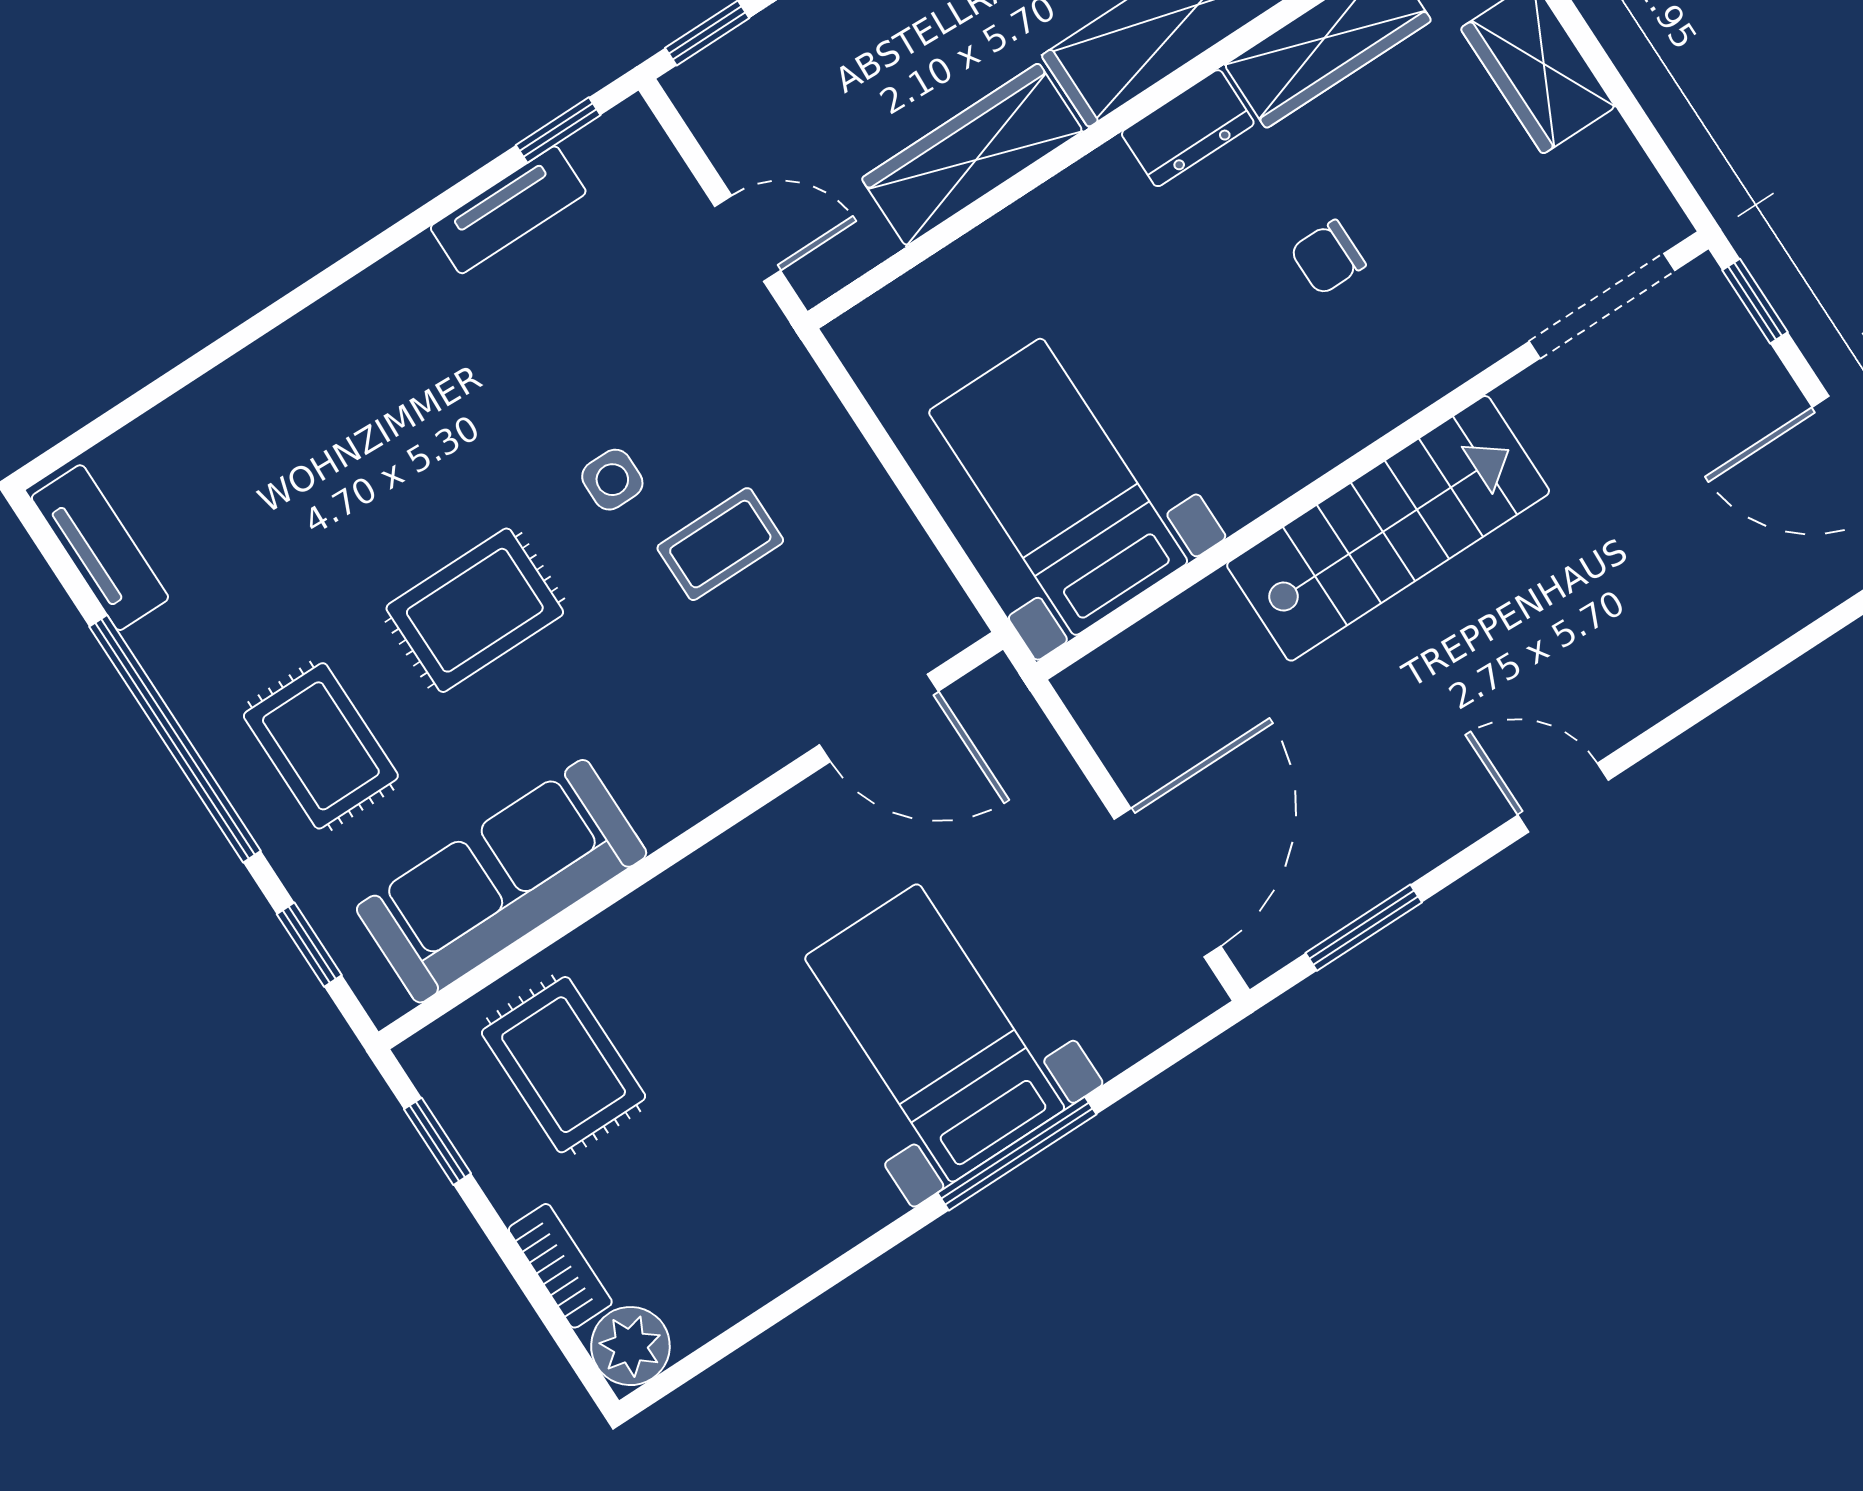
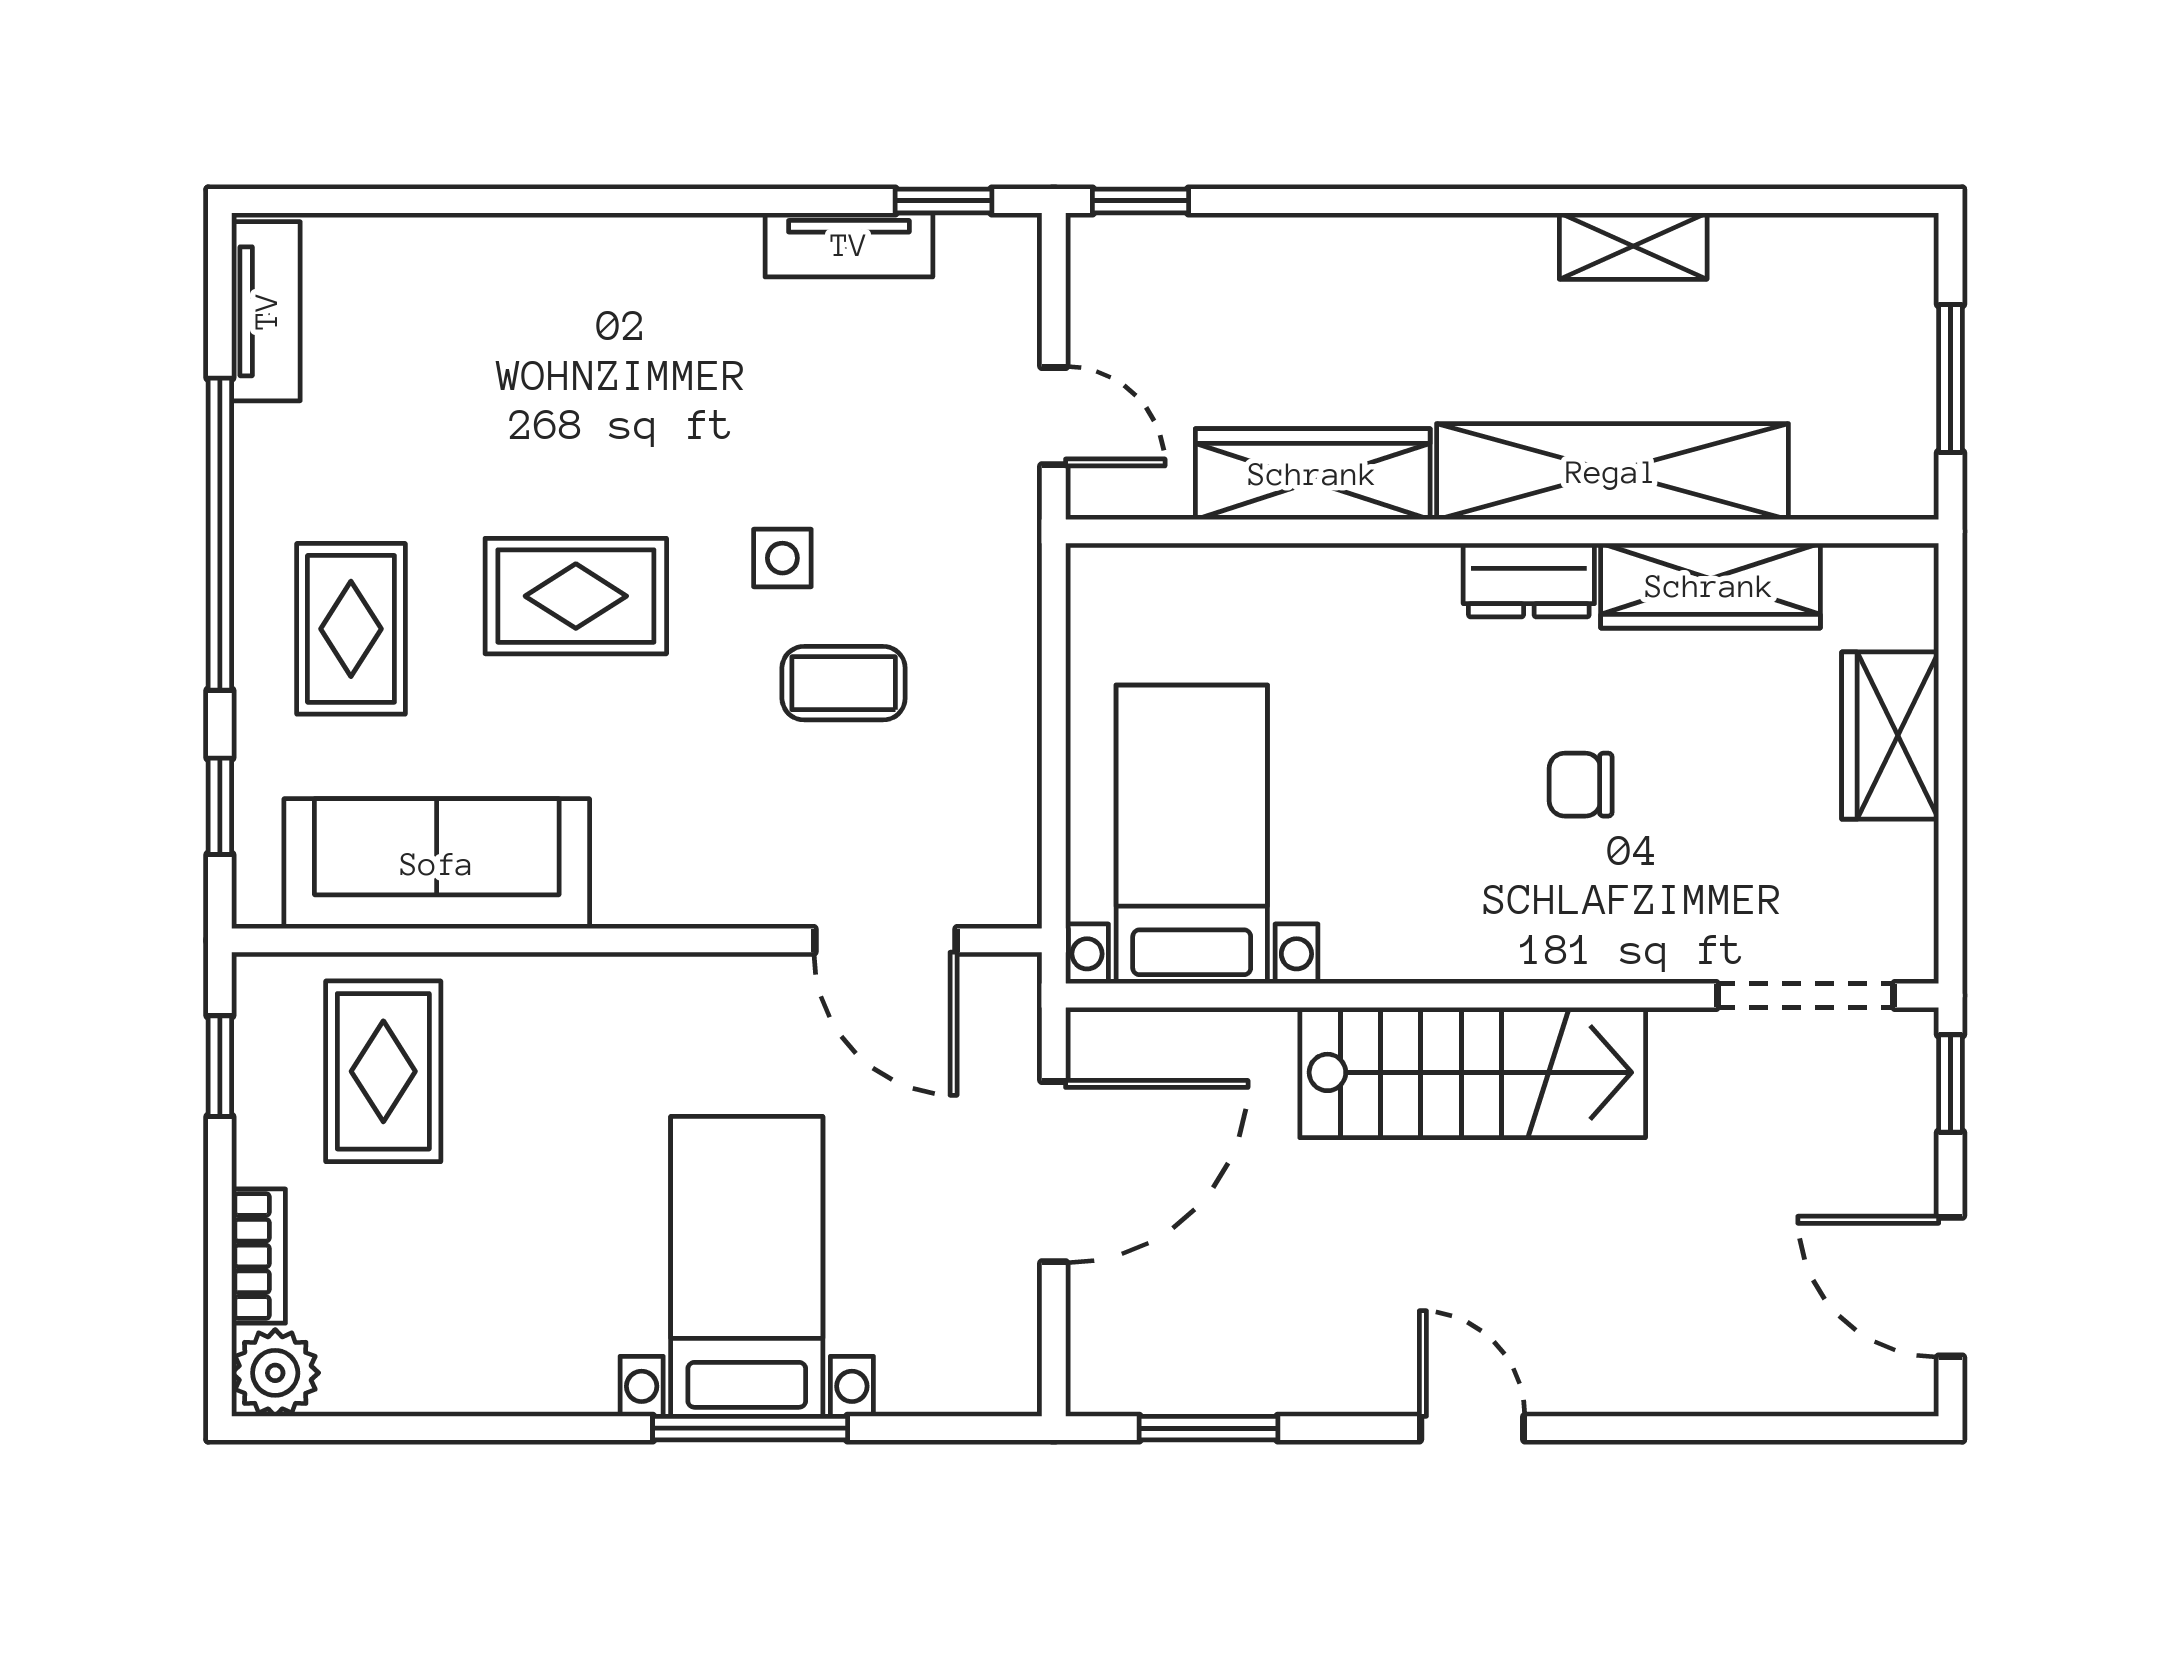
door: (1168, 883) -> (1054, 1172), moved

